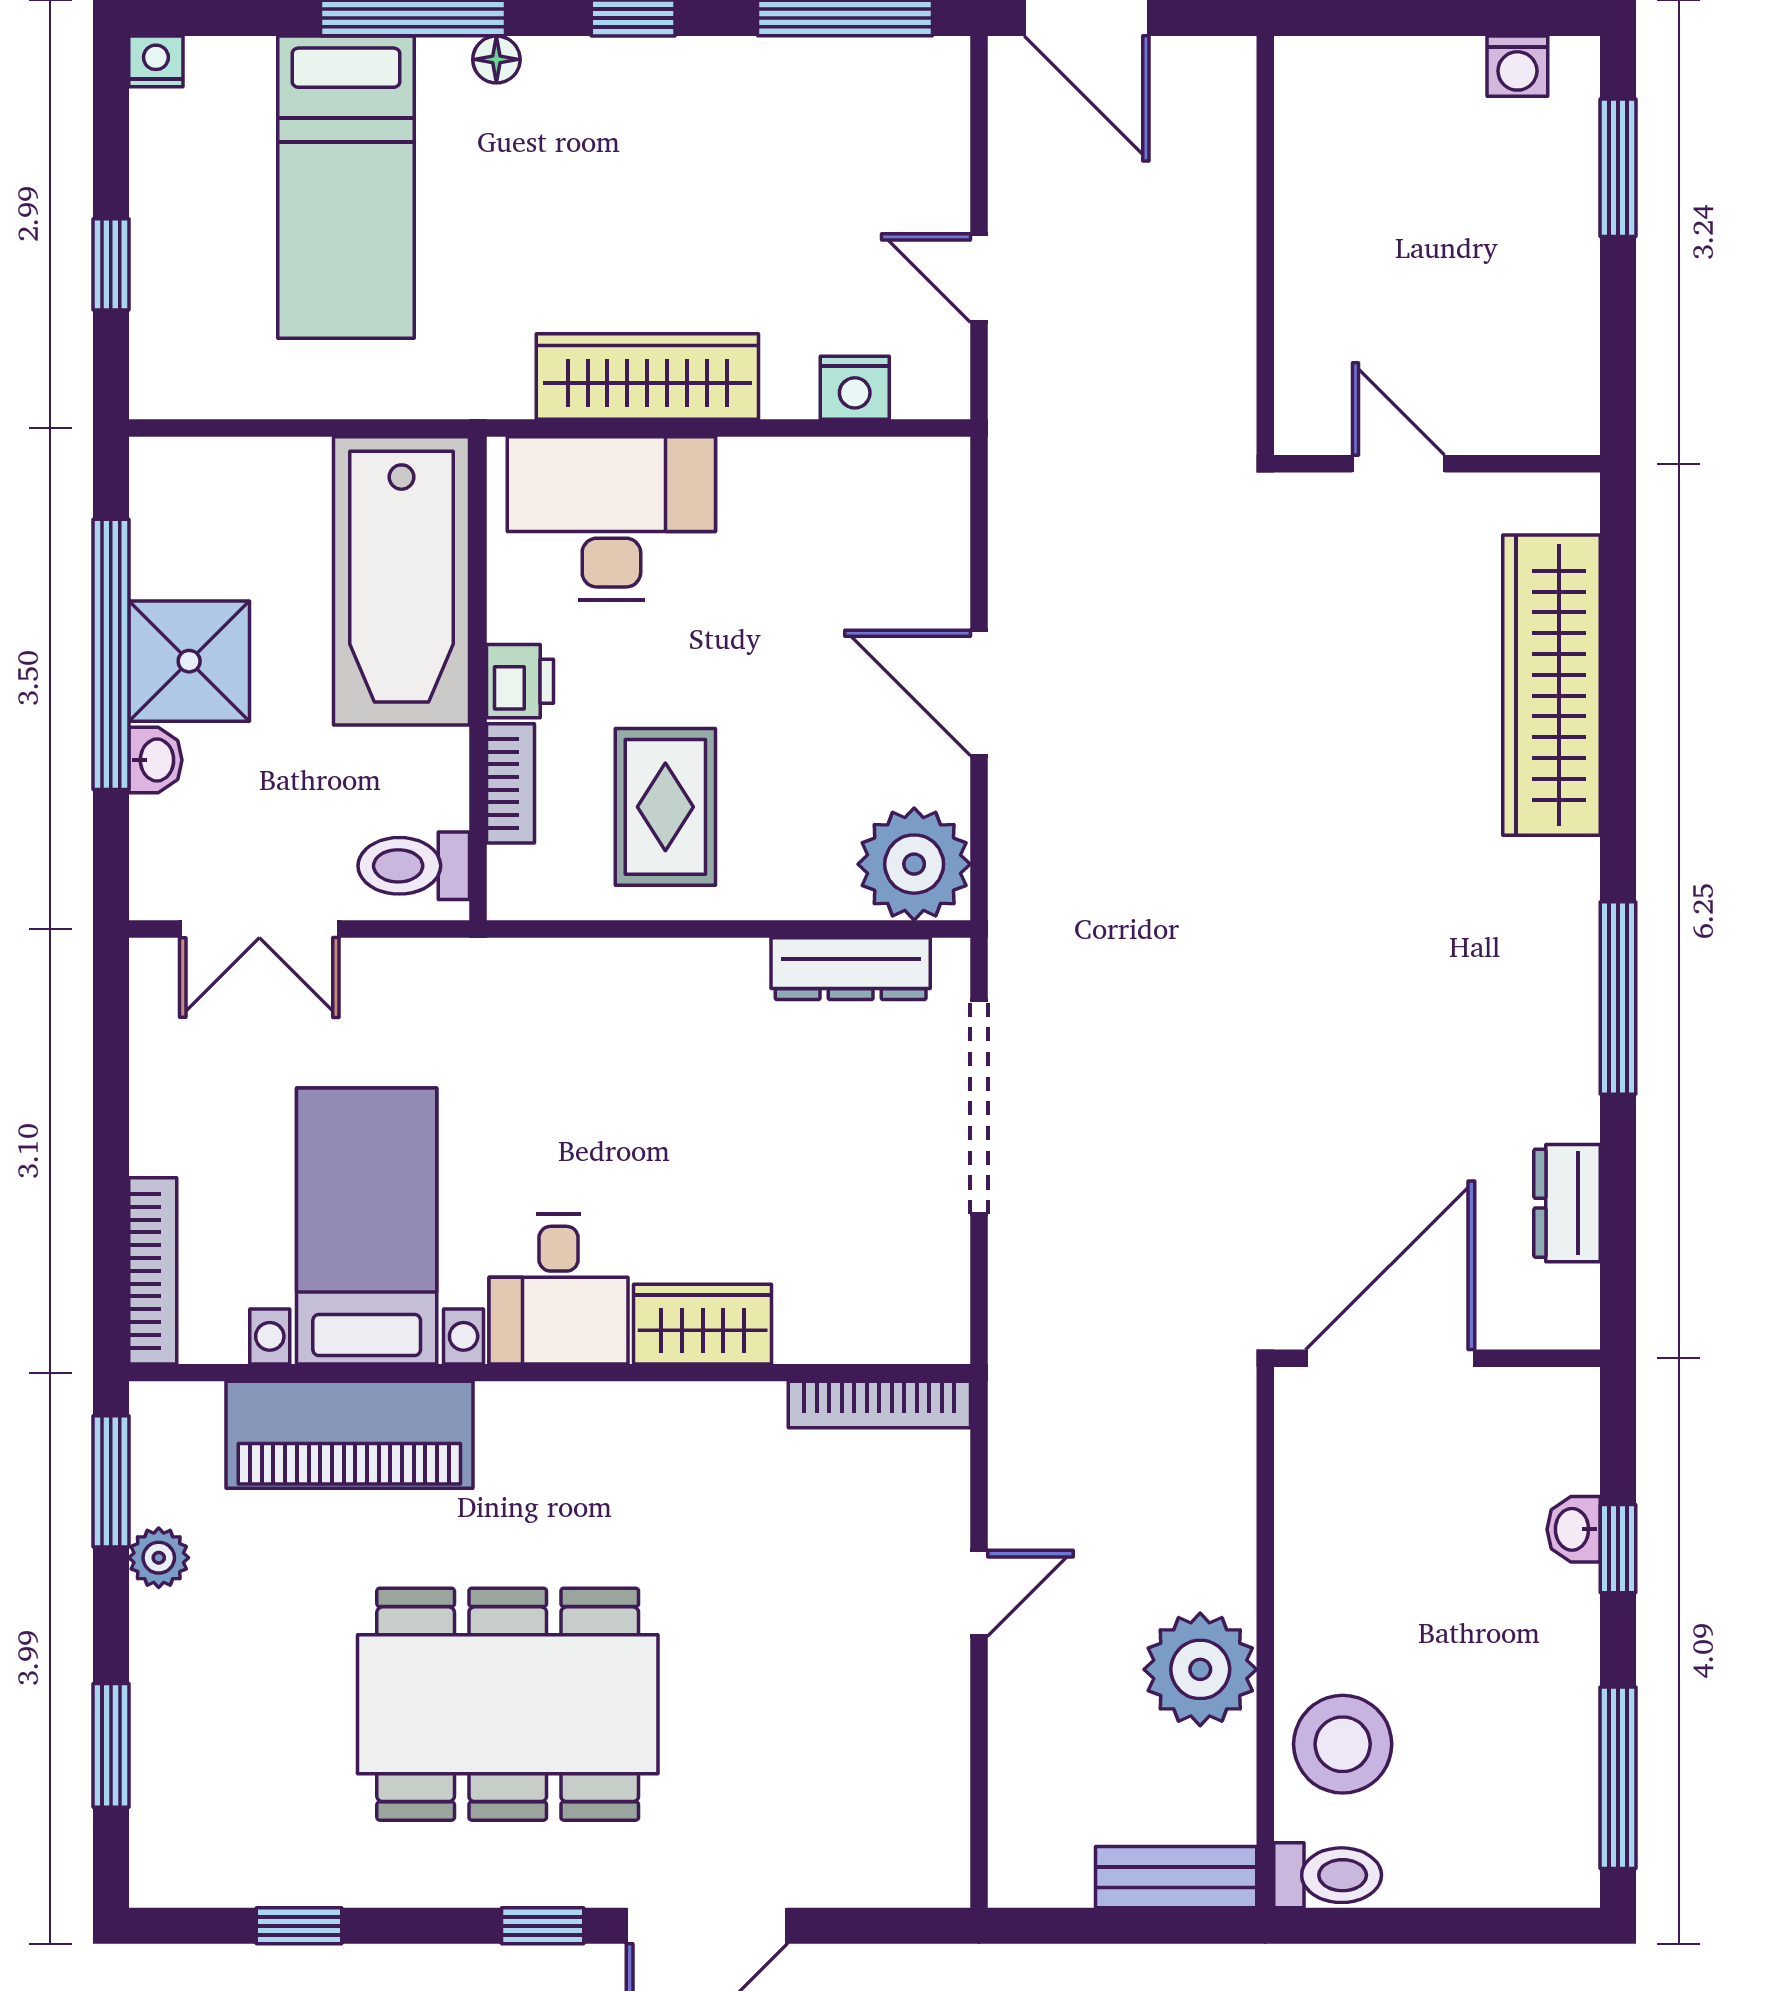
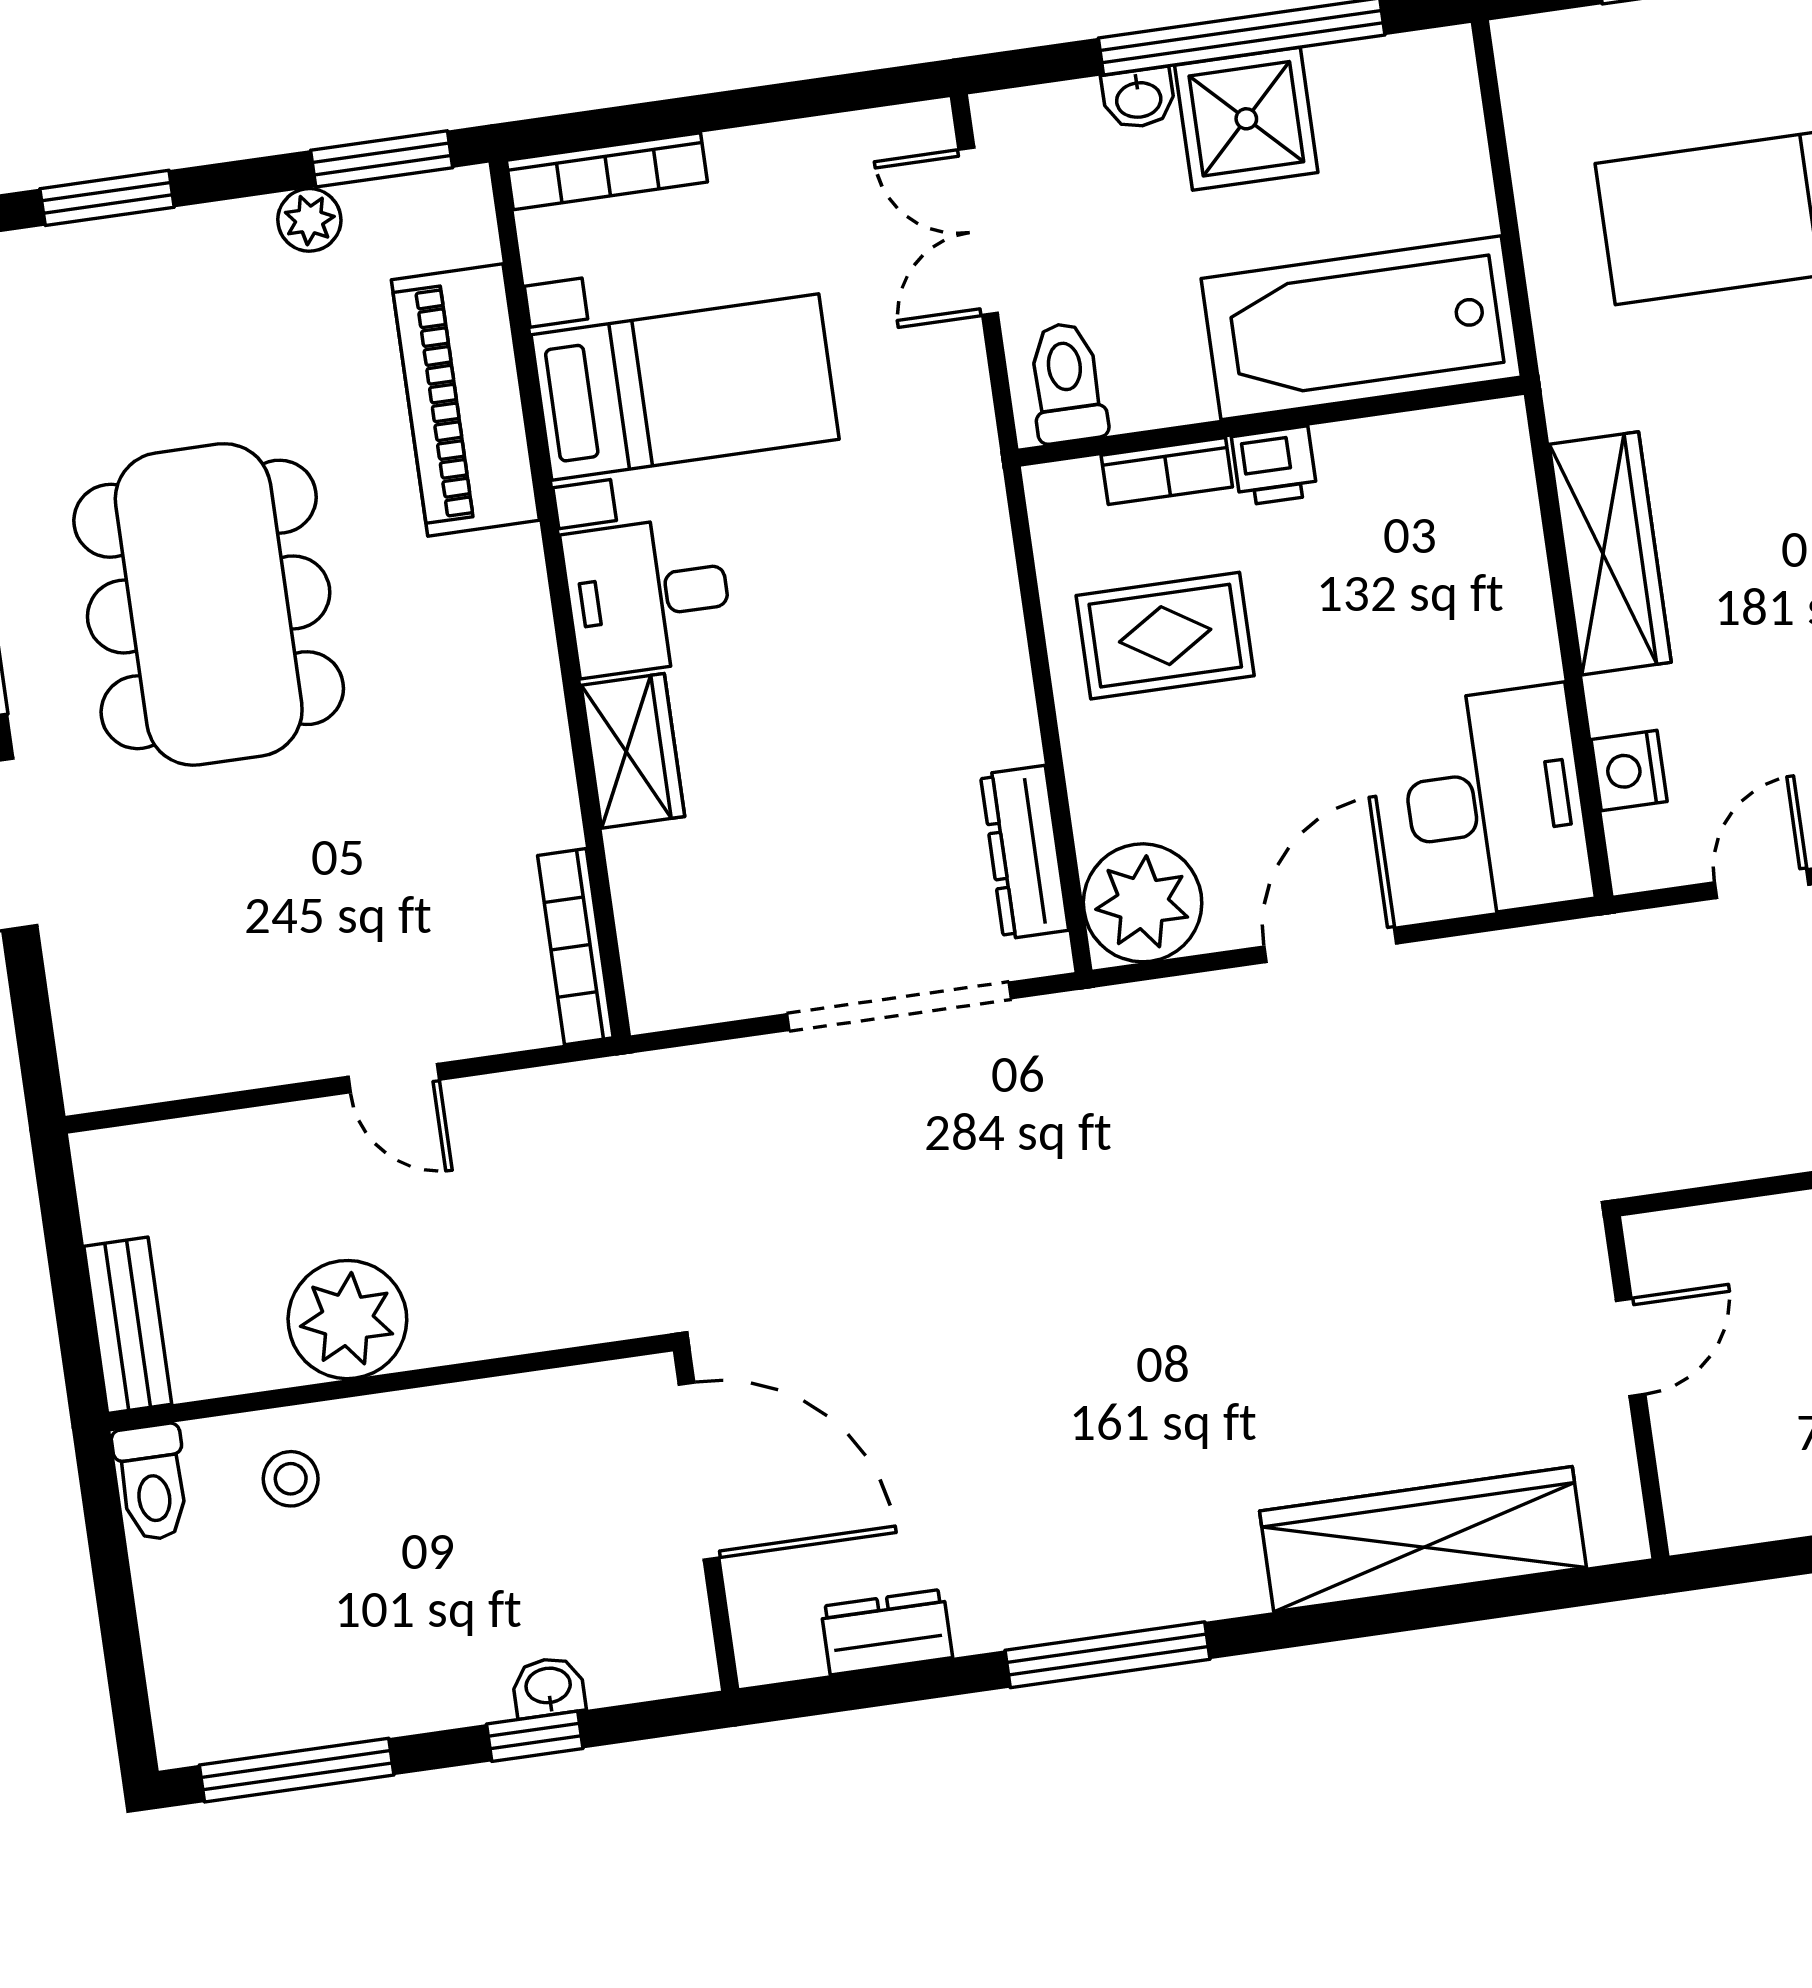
desk: (611, 518) -> (1495, 802), moved
stool: (1343, 1744) -> (291, 1479), width x0.53, depth x0.53

